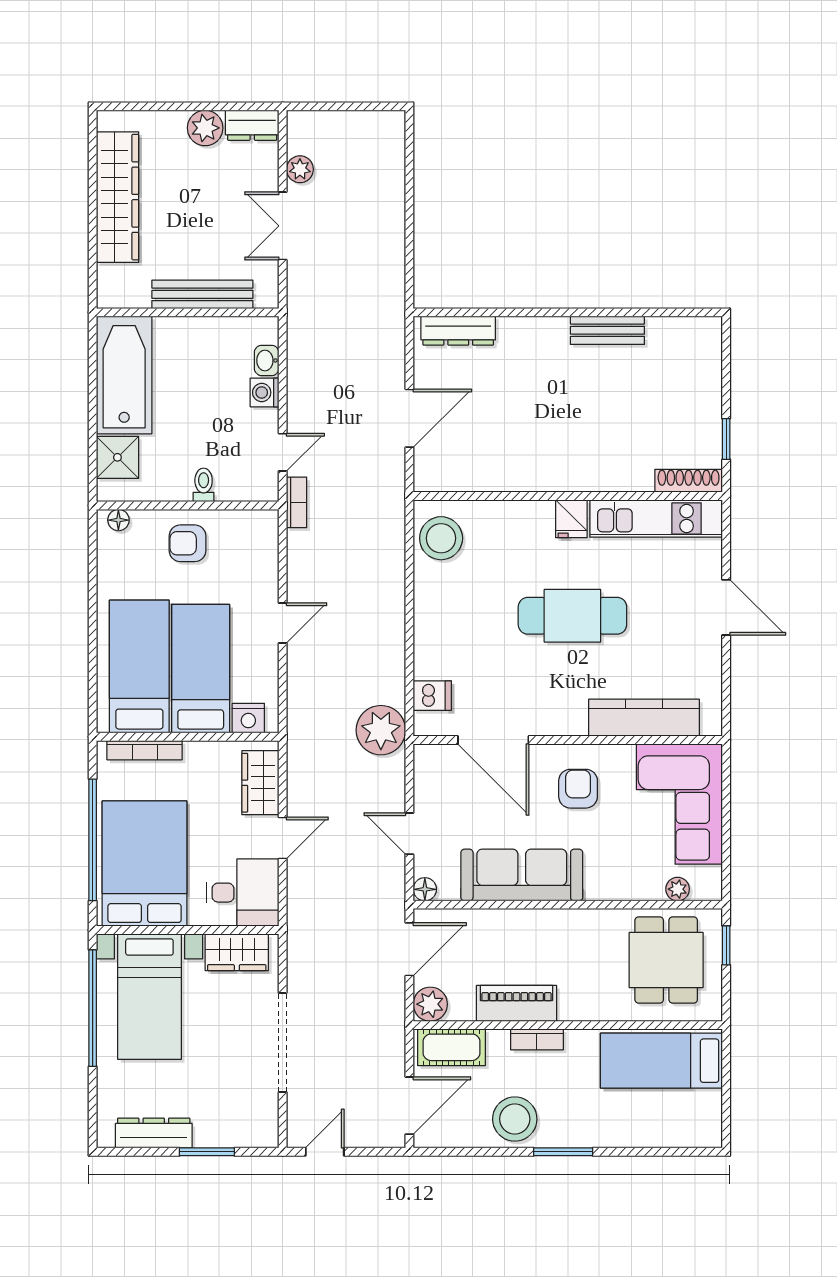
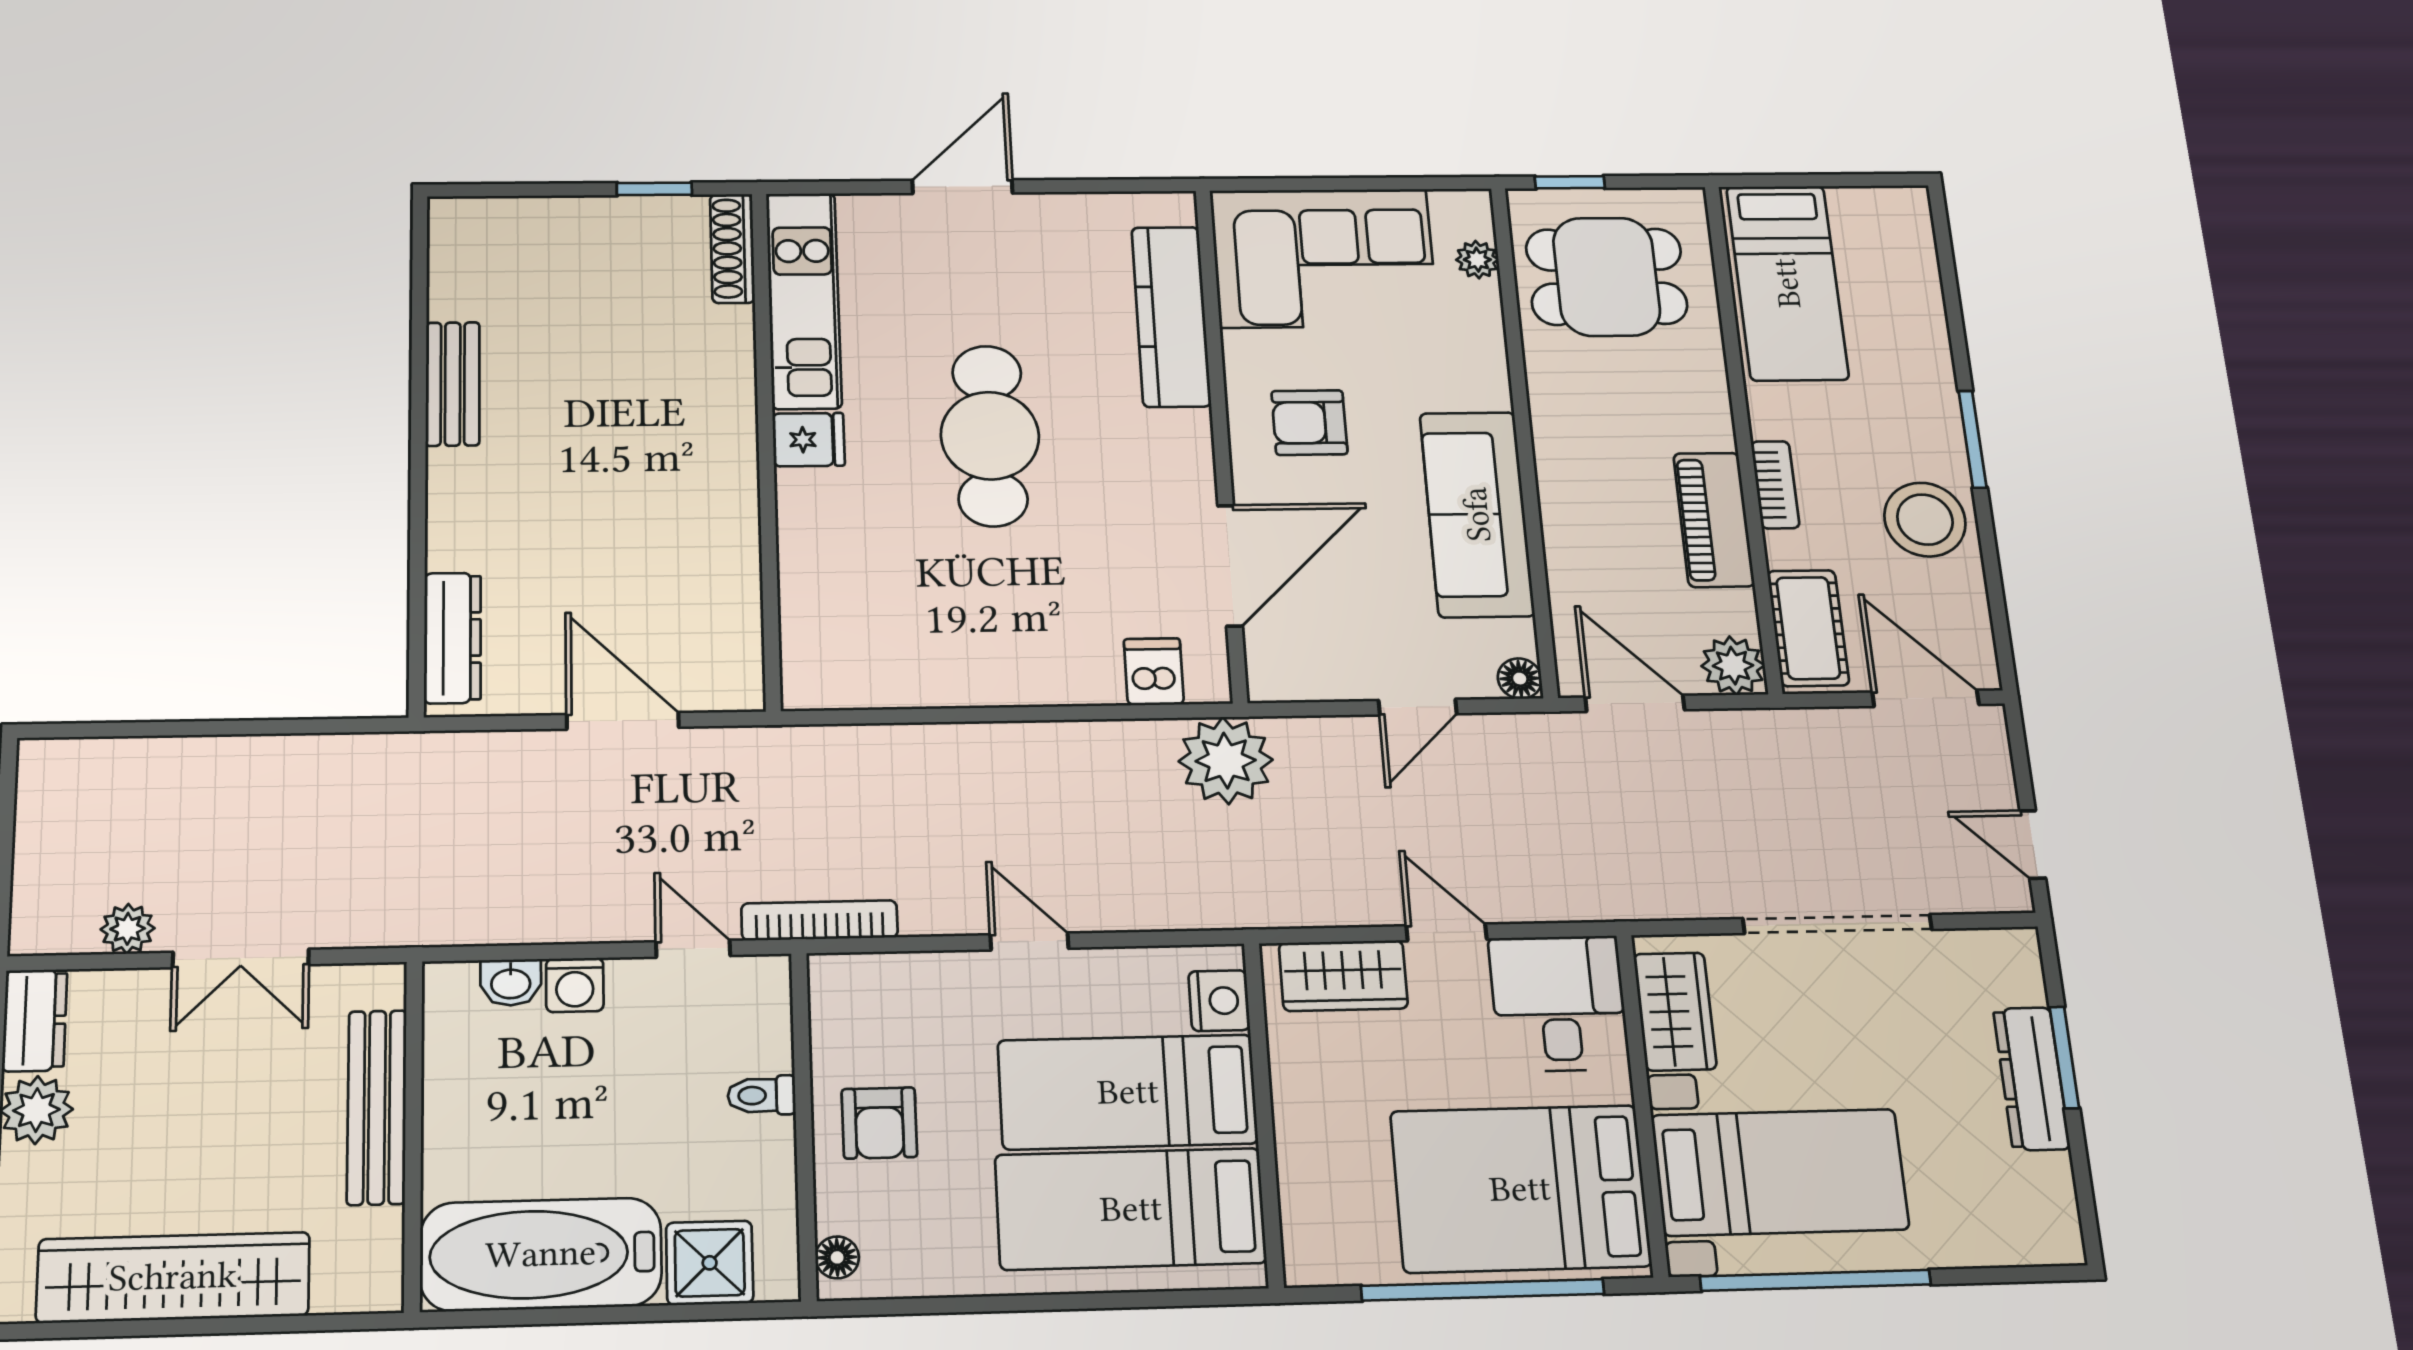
bookcase: (297, 502) -> (820, 920), width x1.56
stool: (441, 538) -> (853, 661), removed
bookcase: (145, 750) -> (1296, 1194), removed
dresser: (154, 1133) -> (2031, 1079), moved

